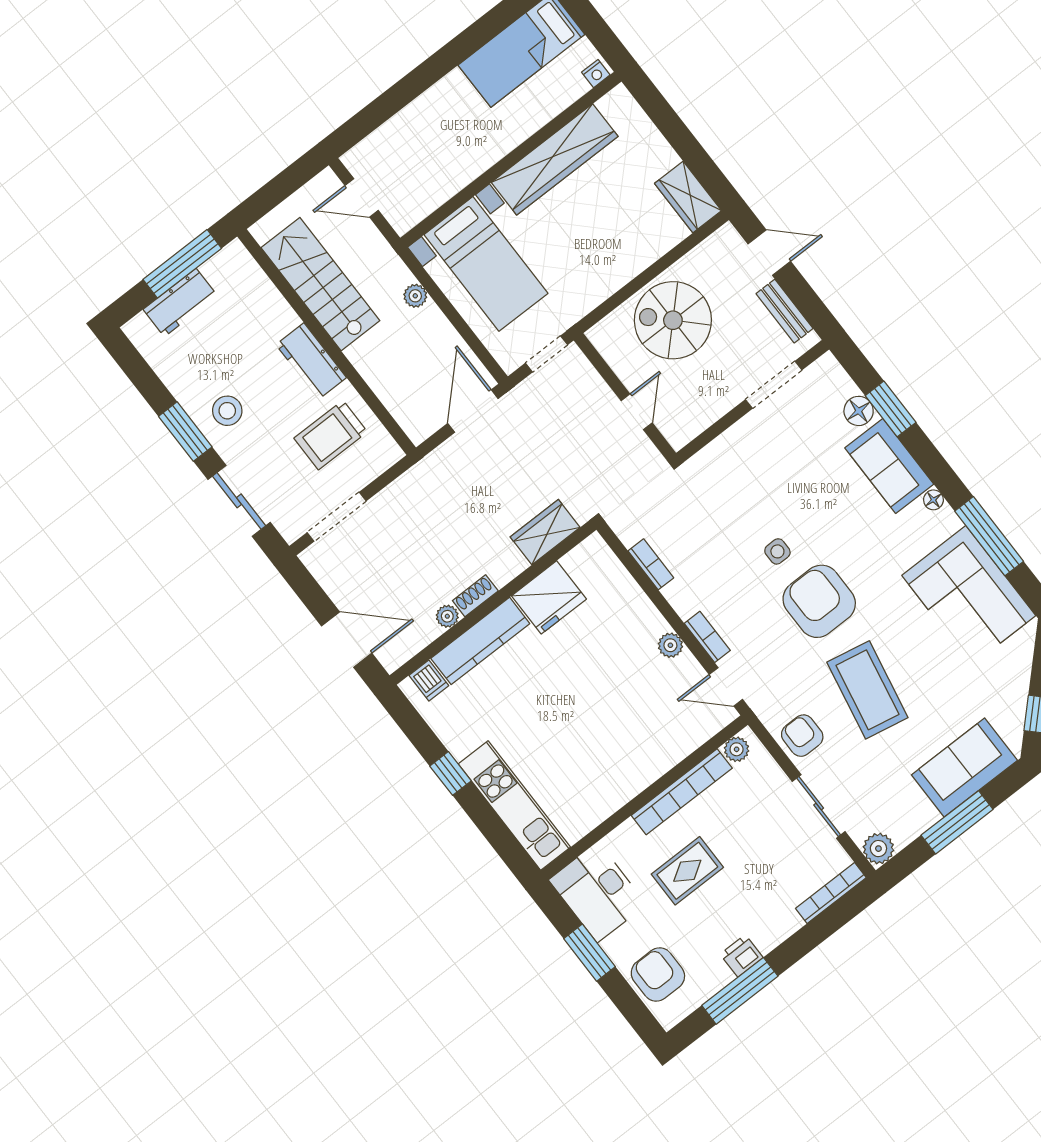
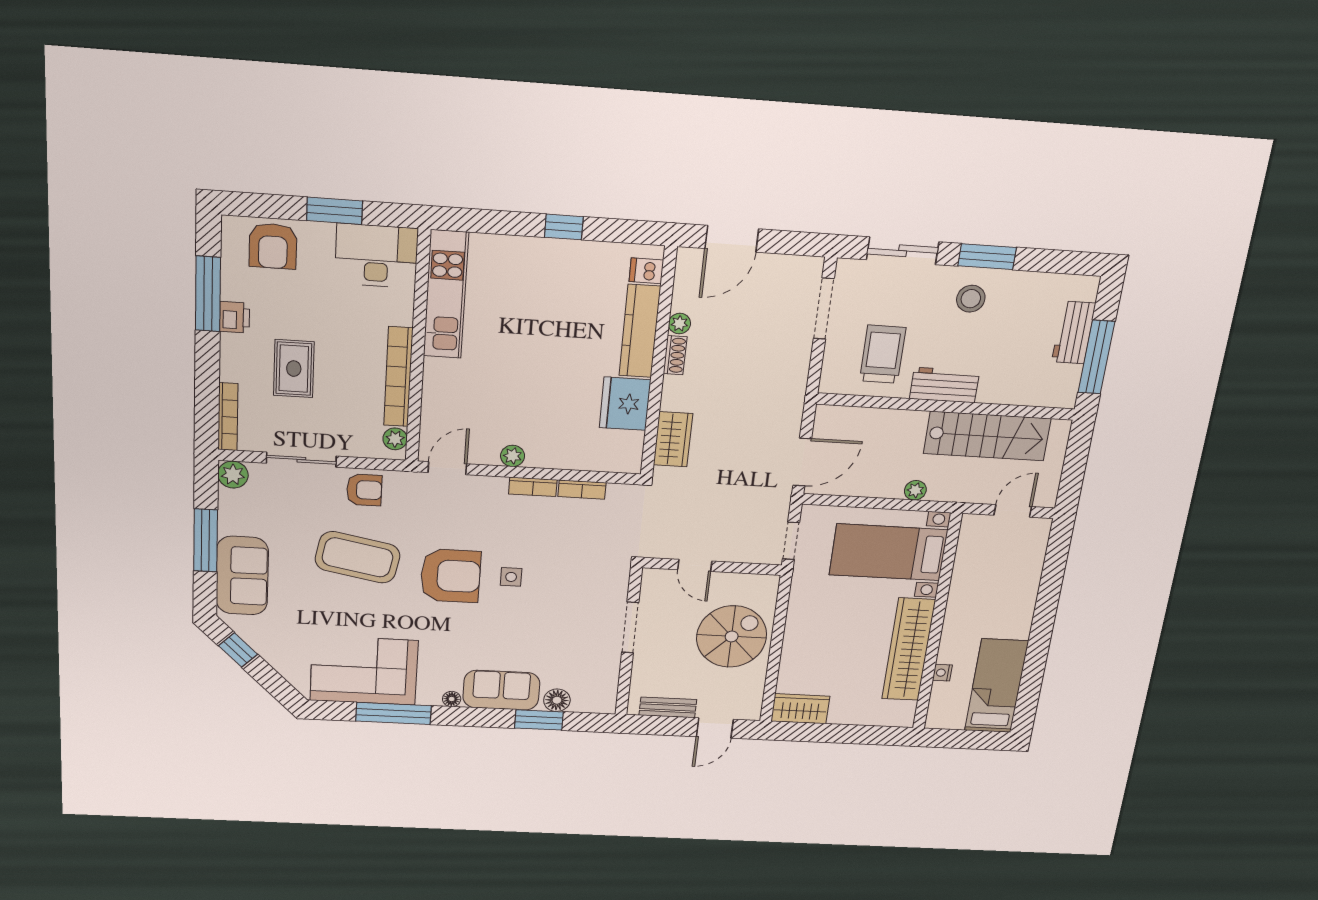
nightstand: (596, 74) -> (942, 673), moved
doorway: (774, 385) -> (630, 627), moved
door: (473, 411) -> (802, 462), hinge flipped
bookcase: (707, 637) -> (533, 487), moved
kitchen unit: (514, 806) -> (446, 294), moved, turned -90
rug: (687, 871) -> (294, 369), moved
armchair: (658, 975) -> (273, 246), turned 90

